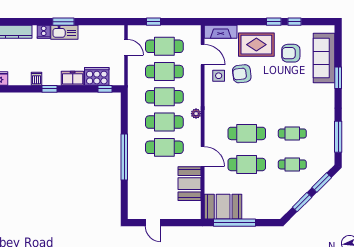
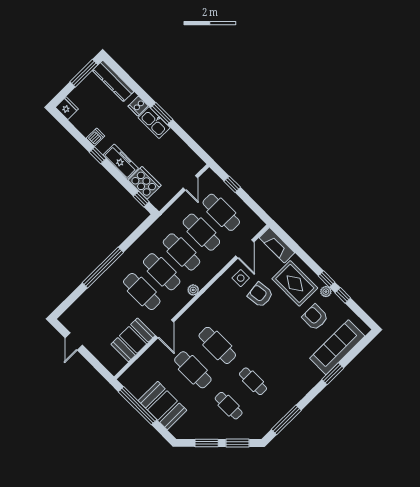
plant: (281, 30) -> (326, 292), added
freezer: (73, 78) -> (121, 162), width x1.40
booth: (223, 207) -> (162, 405), moved

